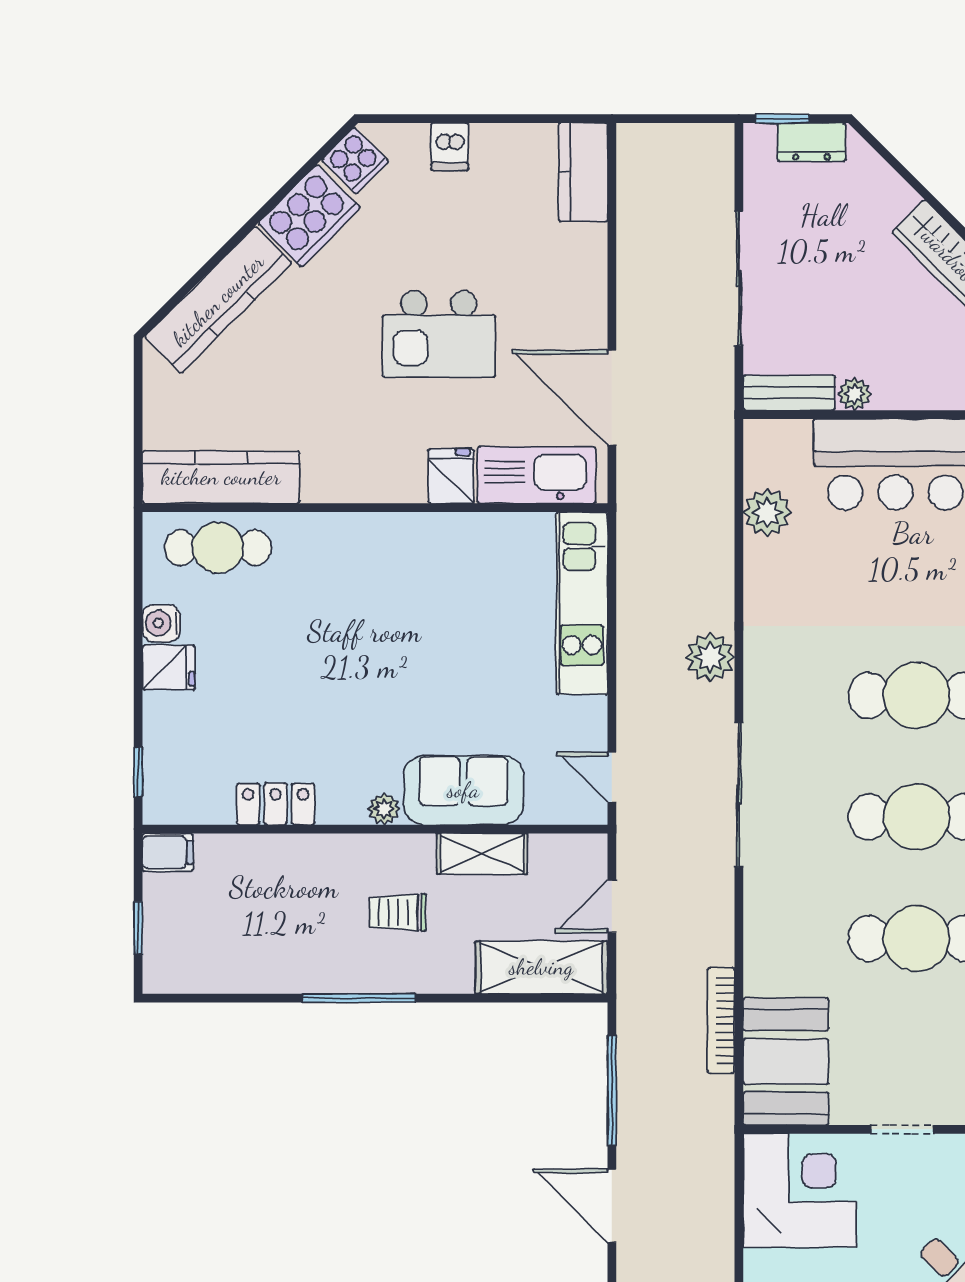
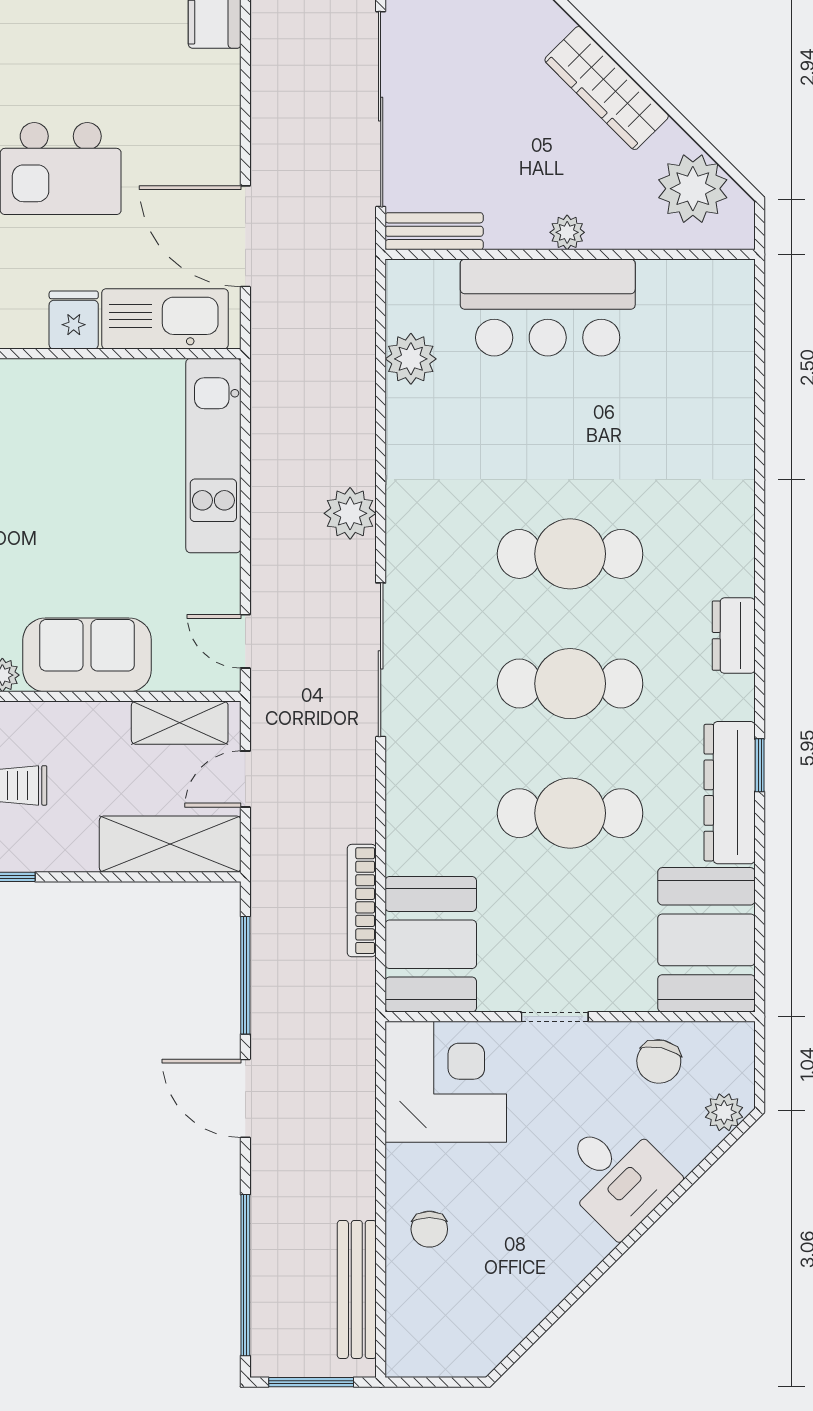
sliding door: (739, 278) -> (381, 109), width x1.36
plant: (855, 394) -> (567, 232), moved
shelving: (482, 854) -> (180, 723), moved

